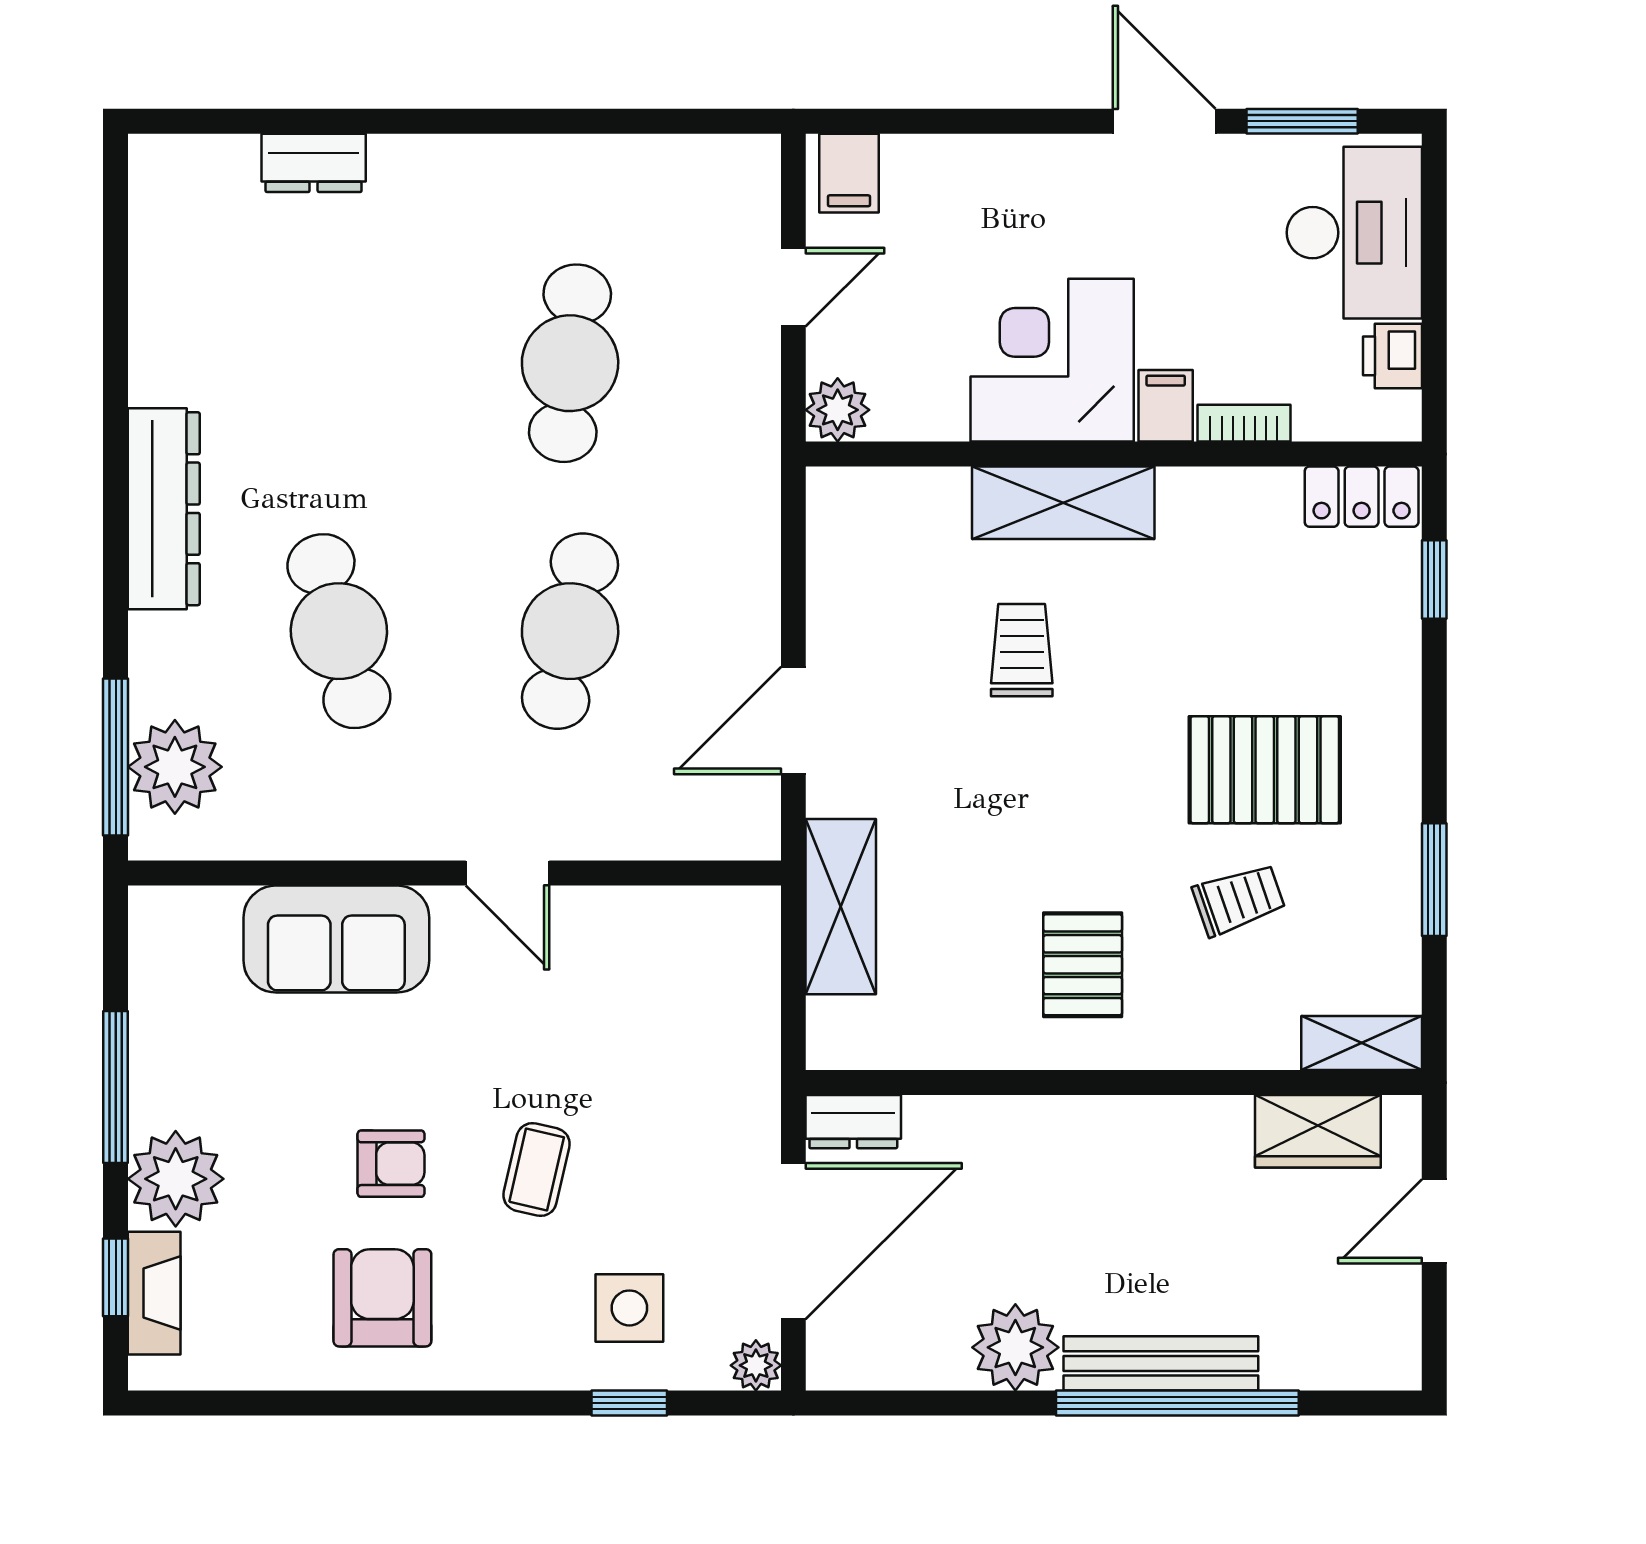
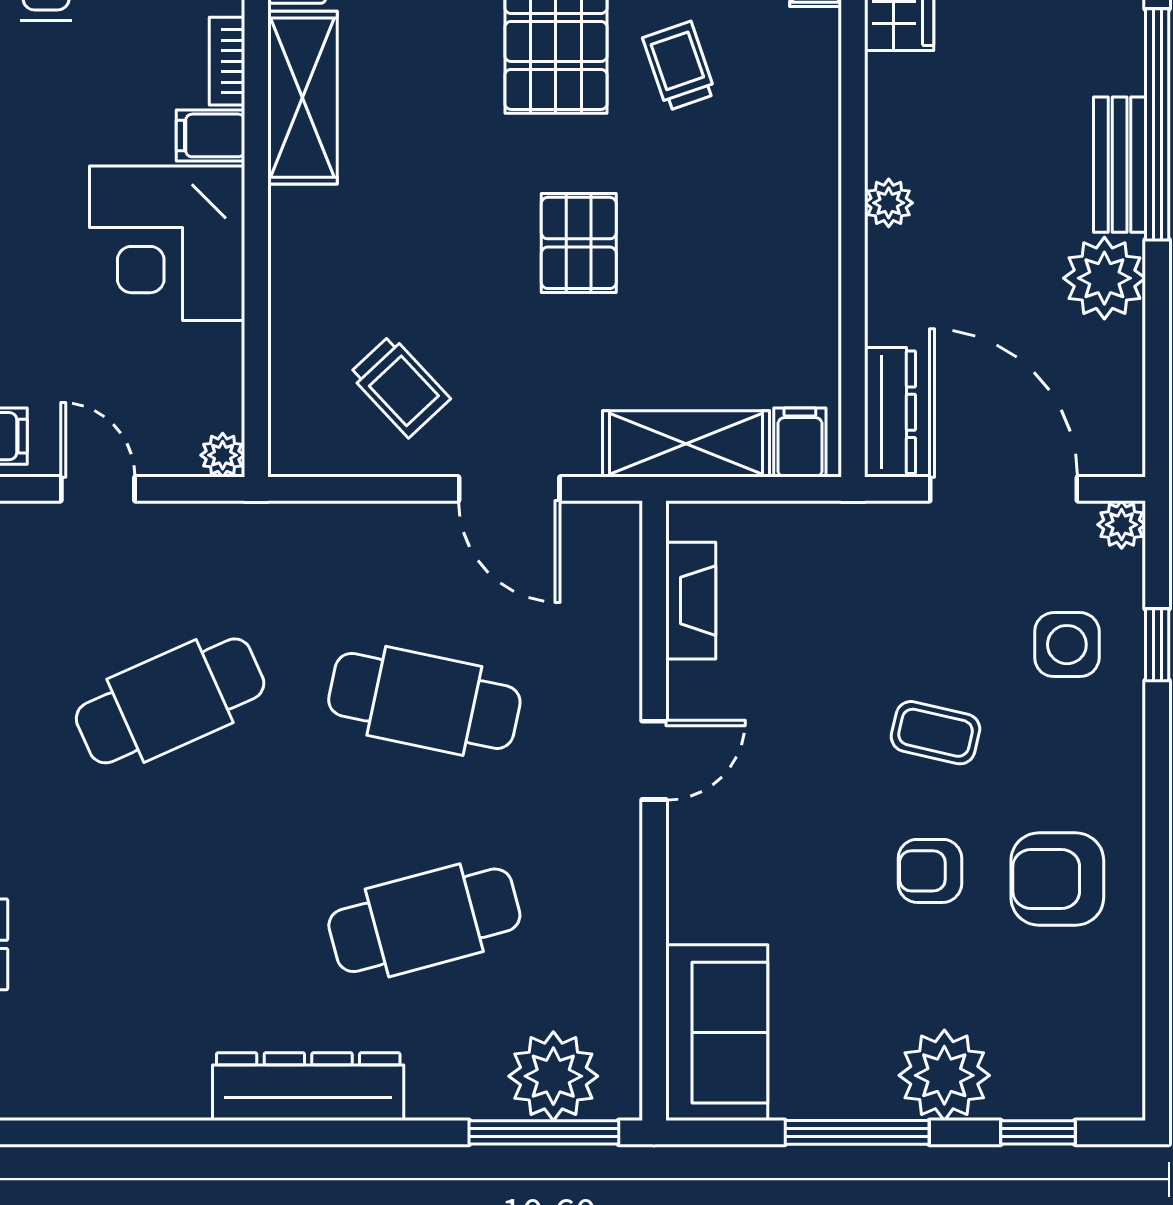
cafe table: (570, 363) -> (170, 701), turned -30
plant: (838, 410) -> (223, 455), width x0.73, depth x0.73
shelving: (1063, 503) -> (303, 98), moved
trolley: (1022, 650) -> (400, 386), moved, turned -133
sofa: (336, 939) -> (717, 1033), moved
pallet: (1083, 965) -> (579, 243), moved, turned 90
filing cabinet: (842, 1027) -> (800, 442), added
plant: (1095, 1120) -> (889, 203), added
dresser: (853, 1122) -> (890, 412), width x1.44
armchair: (391, 1164) -> (930, 871), turned -90
fireplace: (154, 1293) -> (691, 601), moved, turned 90
bench: (1161, 1363) -> (1120, 165), width x0.73

